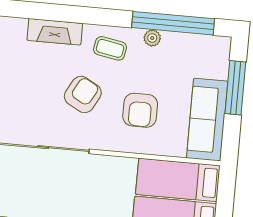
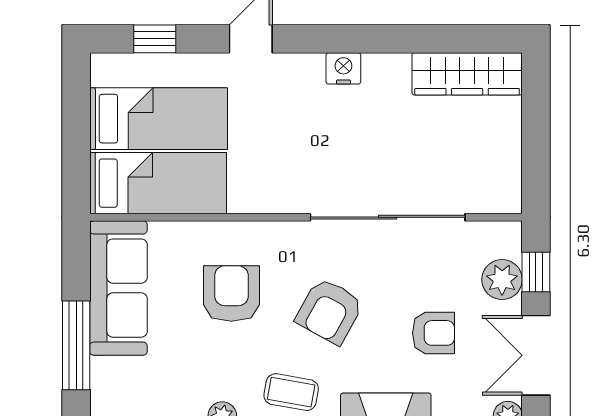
armchair: (22, 76) -> (434, 333), added

